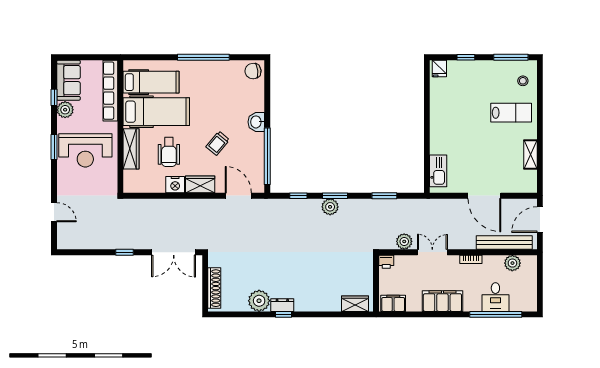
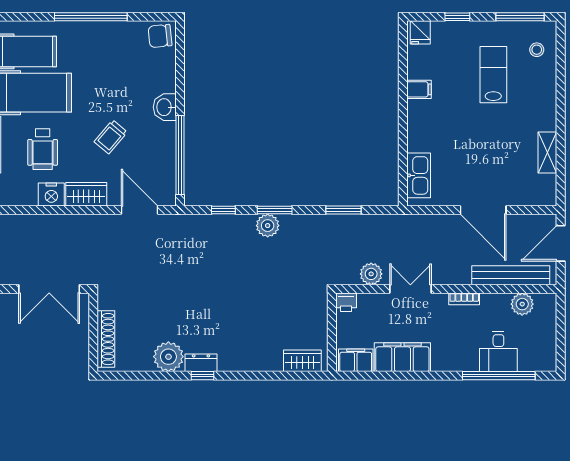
filing cabinet: (439, 109) -> (419, 89), added
lab bench: (511, 113) -> (493, 75), moved, turned -90
filing cabinet: (442, 301) -> (402, 357), moved

